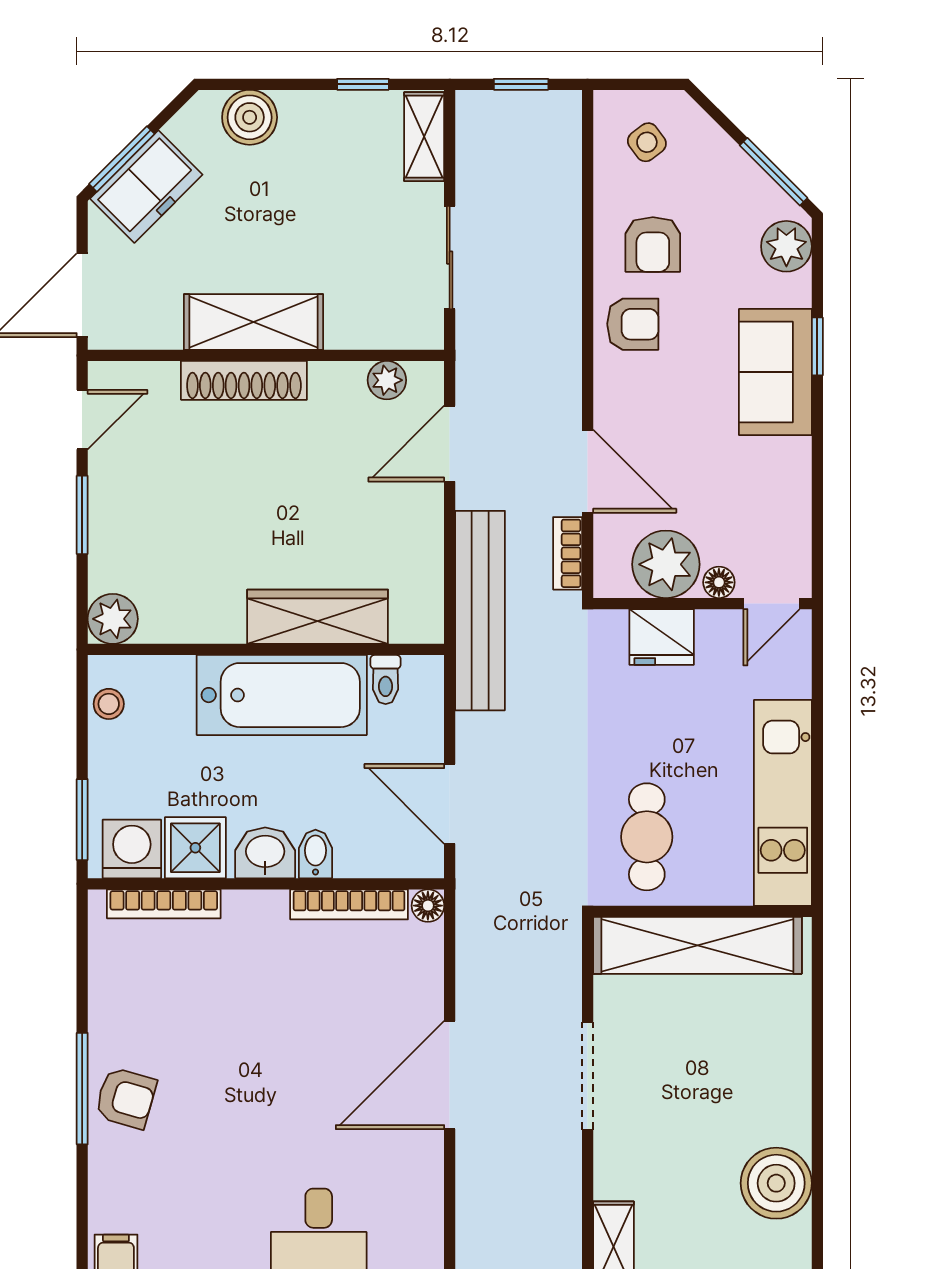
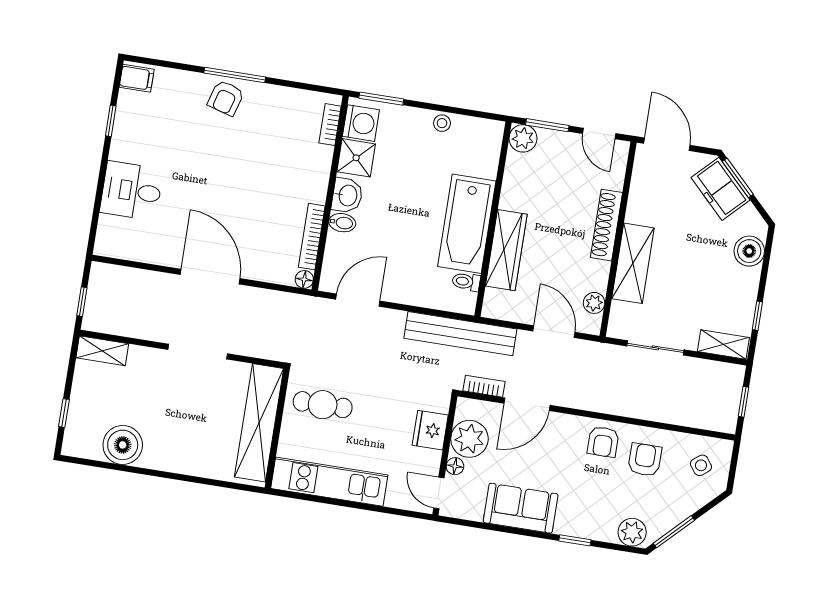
armchair: (653, 244) -> (645, 460), turned 90
shelving: (254, 322) -> (633, 263), moved
sofa: (775, 372) -> (521, 508), moved
wardrobe: (318, 617) -> (506, 250), moved
plant: (113, 619) -> (523, 138), moved
wall: (266, 649) -> (493, 219), moved
toilet: (386, 680) -> (466, 282), moved
bathtub: (282, 695) -> (467, 224), moved
bookcase: (164, 904) -> (330, 125), width x0.64

